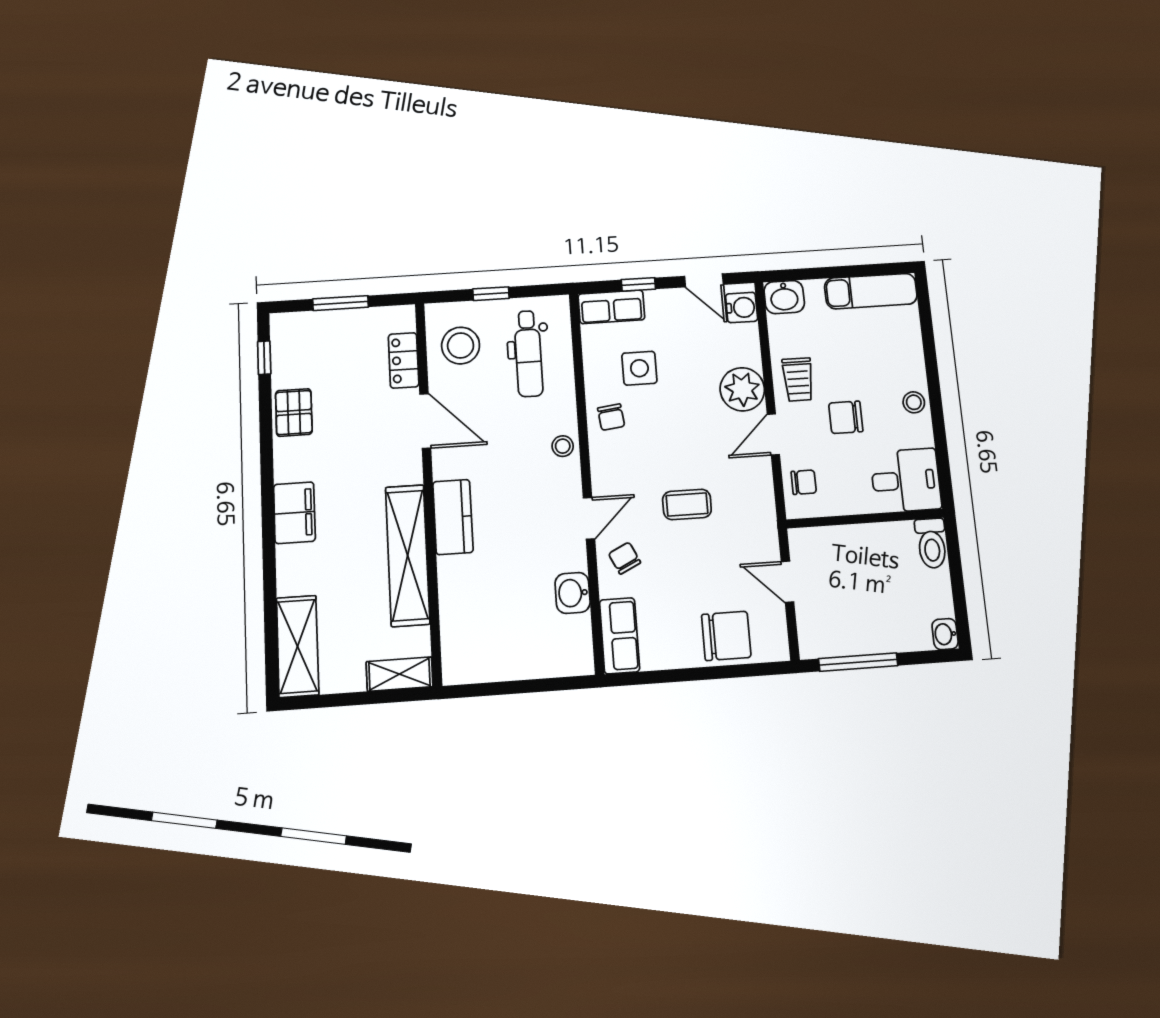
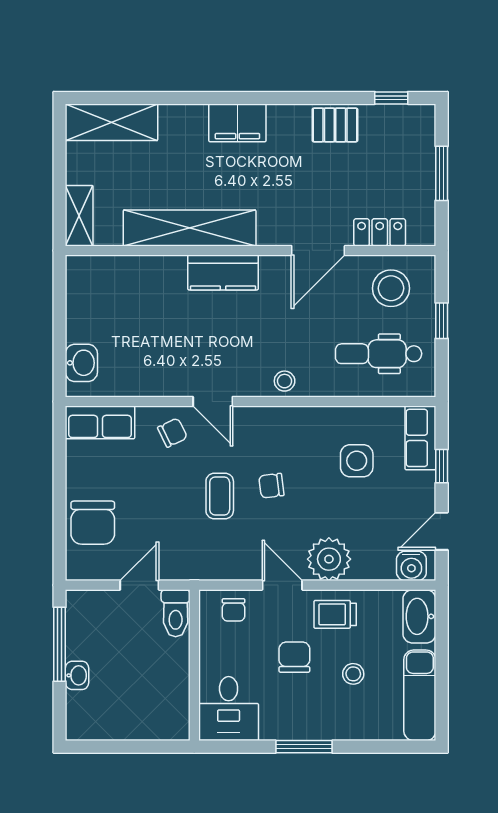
washbasin: (784, 297) -> (419, 616), width x1.38
stool: (914, 402) -> (353, 674), moved
window: (936, 402) -> (304, 747), added
chair: (611, 417) -> (271, 486), moved
toilet: (931, 543) -> (176, 613), moved, turned -90
washbasin: (573, 593) -> (81, 363), moved, turned 90
washbasin: (945, 634) -> (77, 675), moved, turned 90

